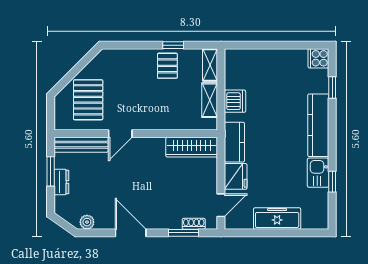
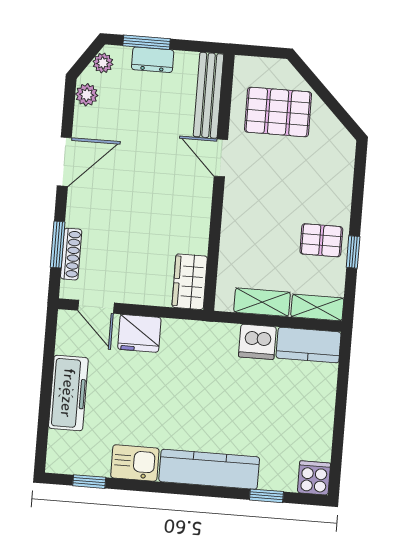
kitchen counter: (234, 142) -> (309, 345), moved
wardrobe: (192, 147) -> (190, 282), width x0.67
window: (51, 171) -> (147, 42), moved
window: (332, 182) -> (89, 482), moved
plant: (66, 213) -> (103, 63), added
shoe rack: (194, 224) -> (71, 254), width x1.43

